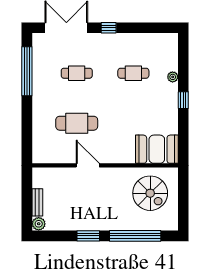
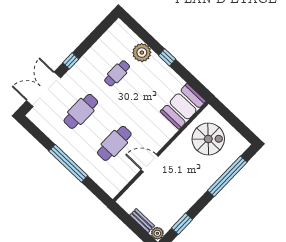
window: (27, 71) -> (68, 163), moved
cafe table: (77, 73) -> (81, 111), width x1.37, depth x1.35
plant: (173, 77) -> (142, 53), width x1.88, depth x1.88
window: (88, 236) -> (182, 224), moved

